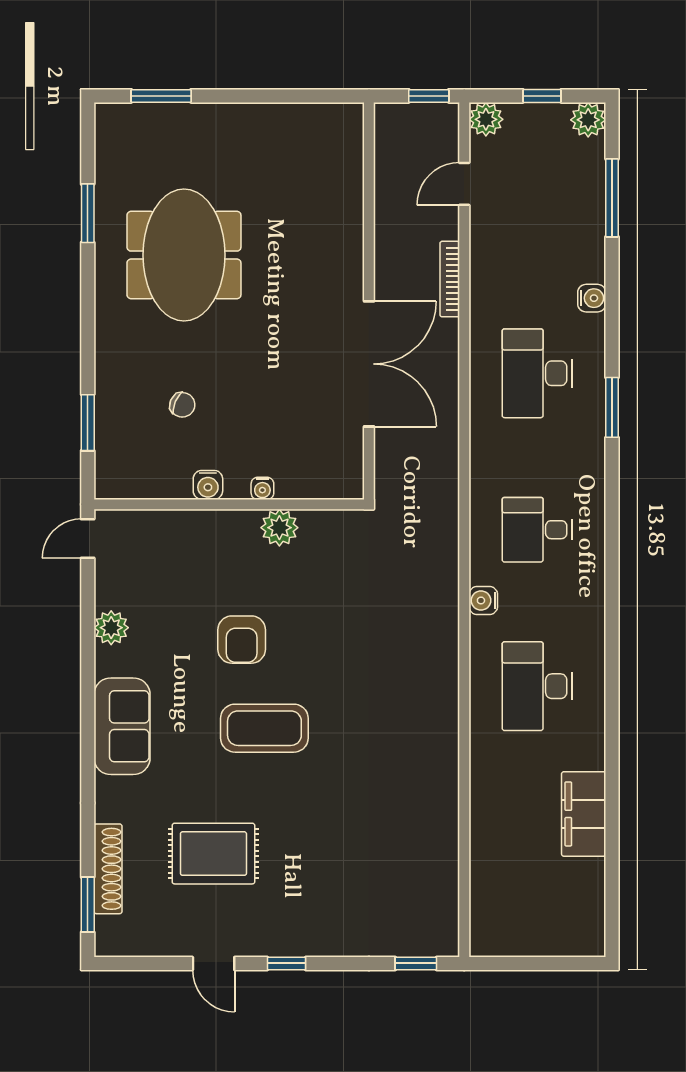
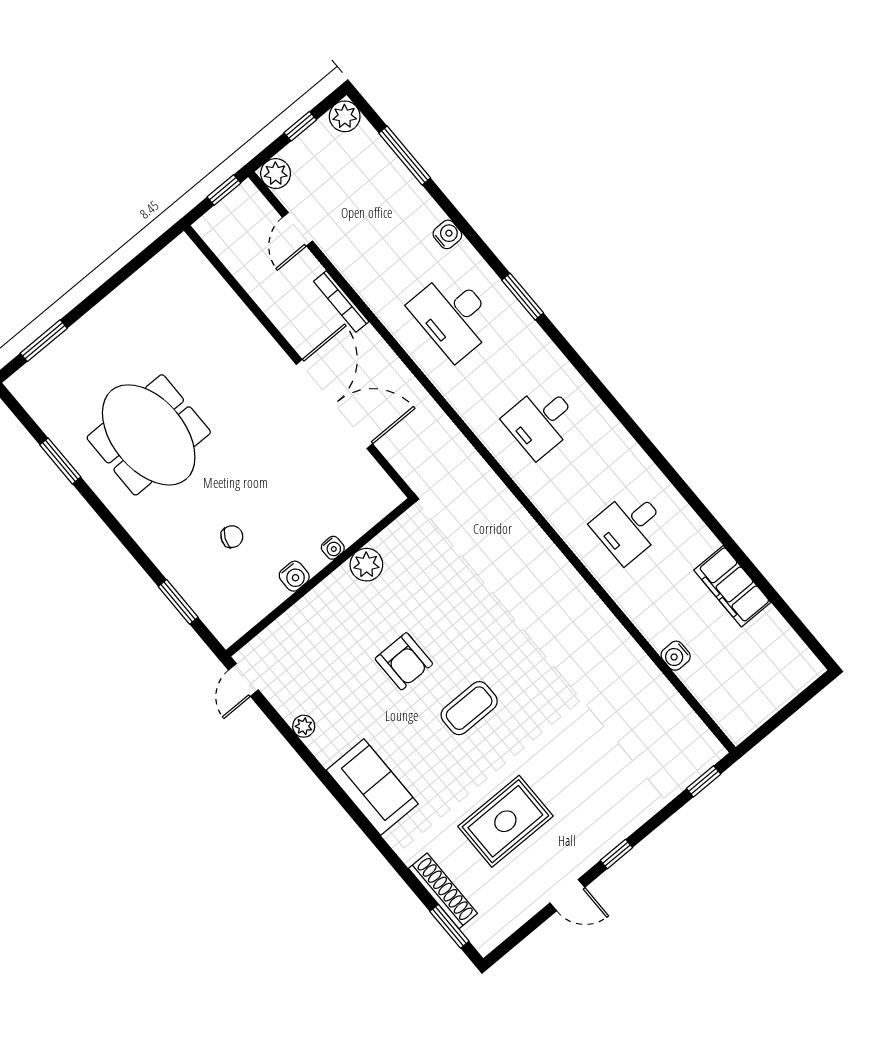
water cooler: (483, 600) -> (676, 656), moved
plant: (111, 628) -> (304, 726), width x0.73, depth x0.73
desk: (537, 686) -> (629, 526), width x0.73
coffee table: (264, 728) -> (469, 708), width x0.73, depth x0.76

